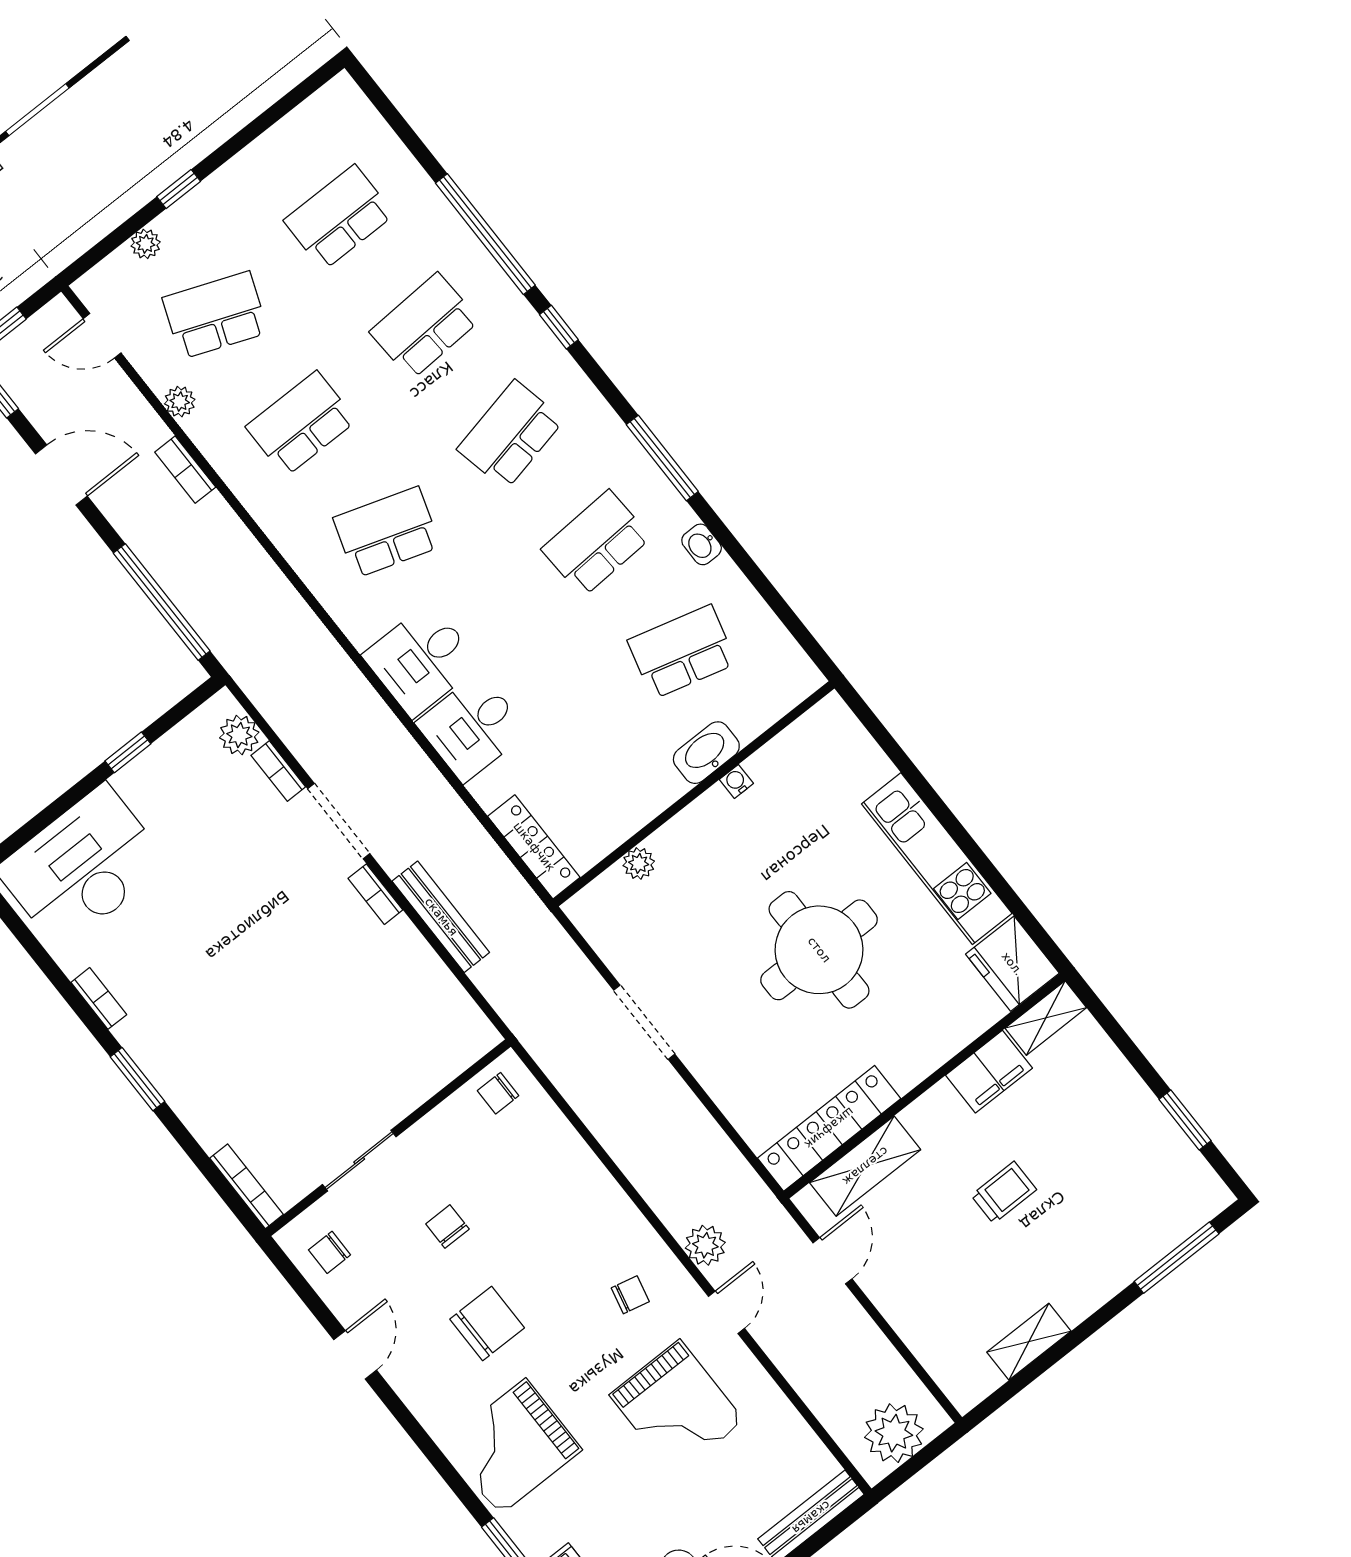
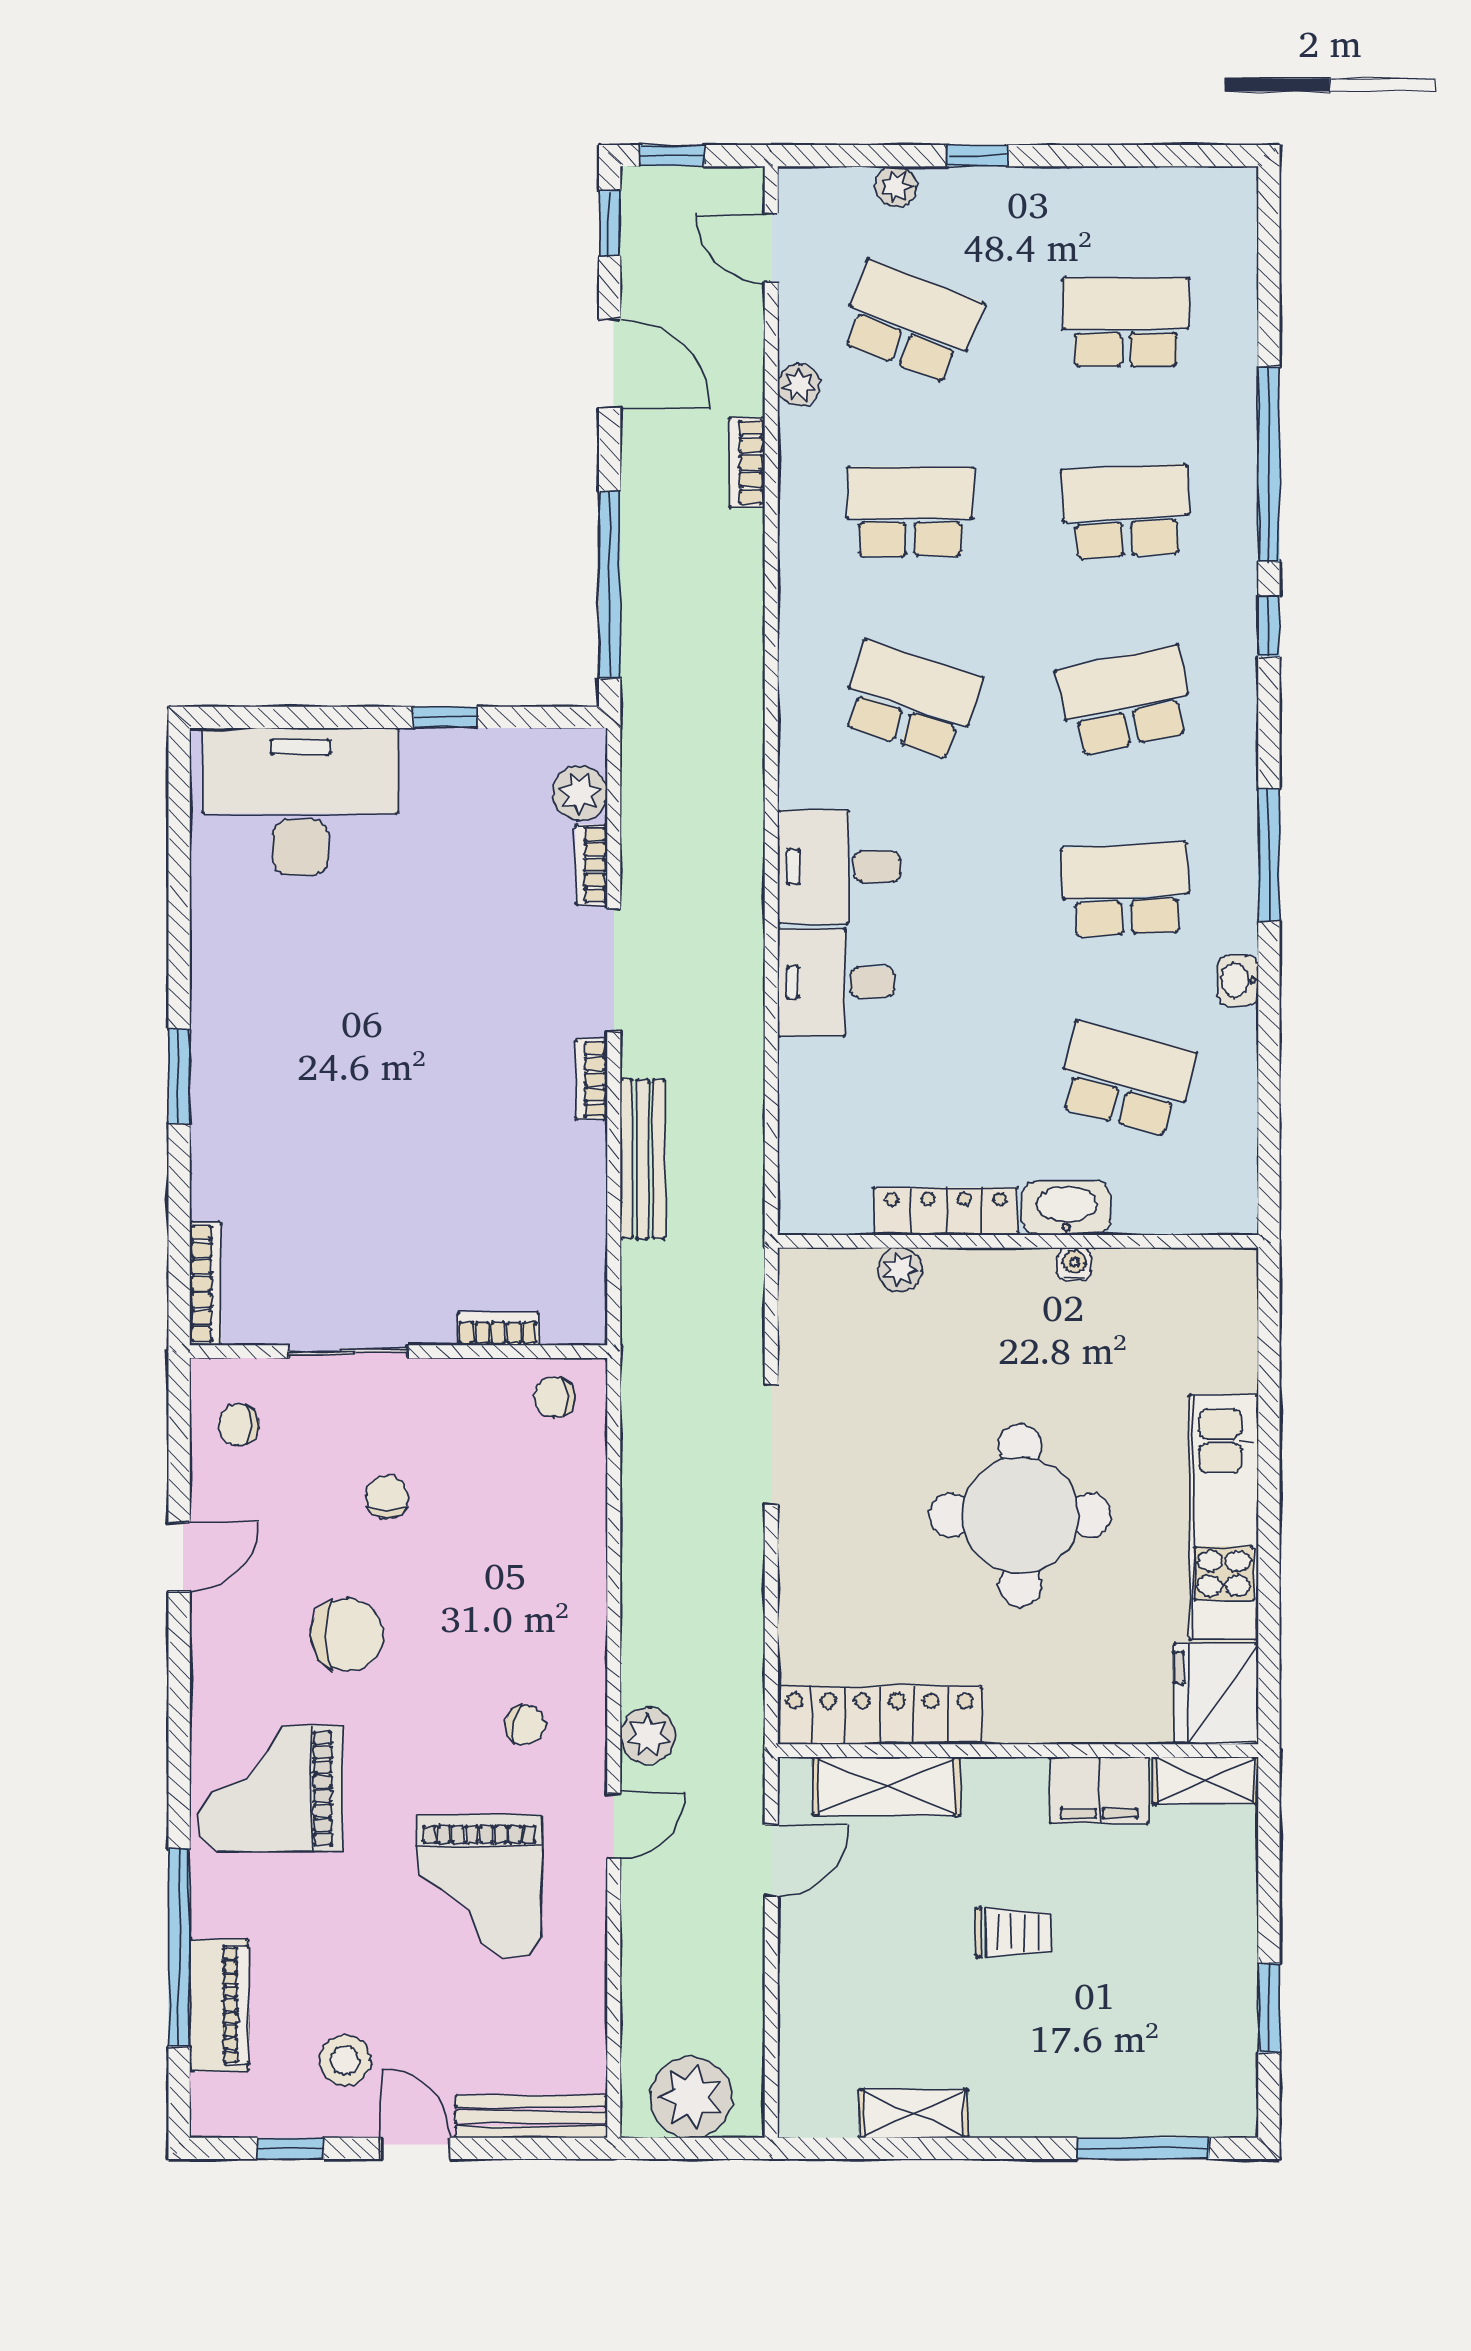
locker: (534, 847) -> (946, 1211), moved, turned -90
bookcase: (99, 998) -> (498, 1329), moved, turned -90

